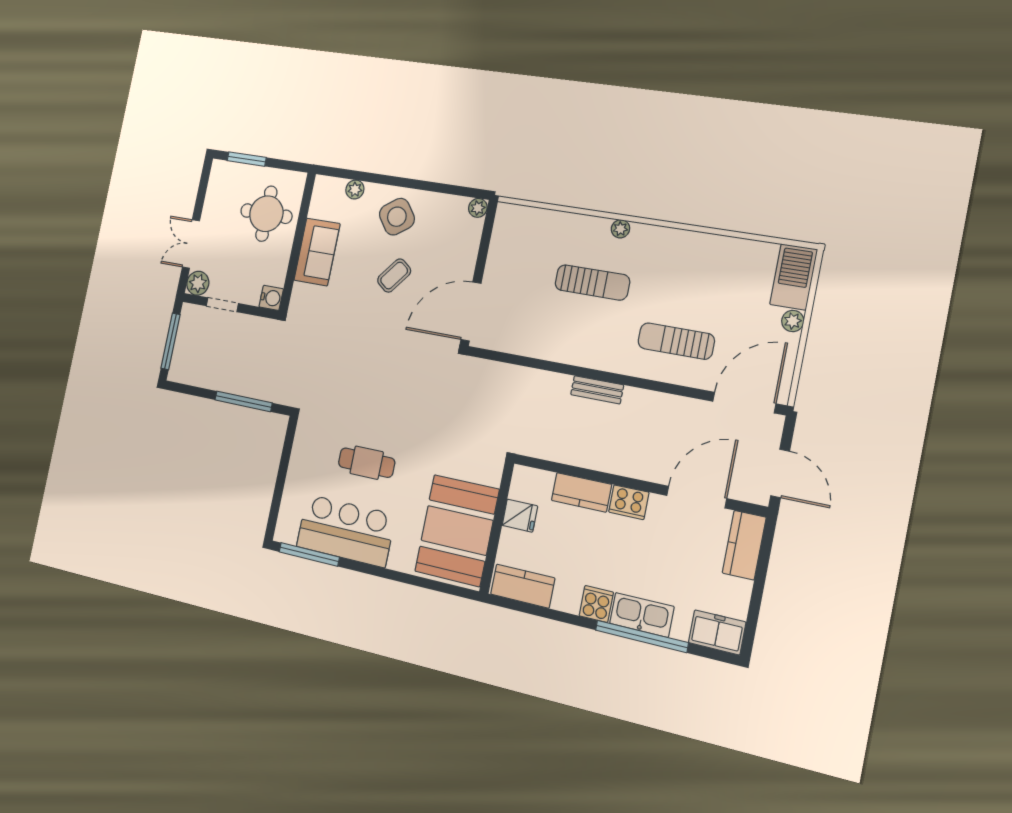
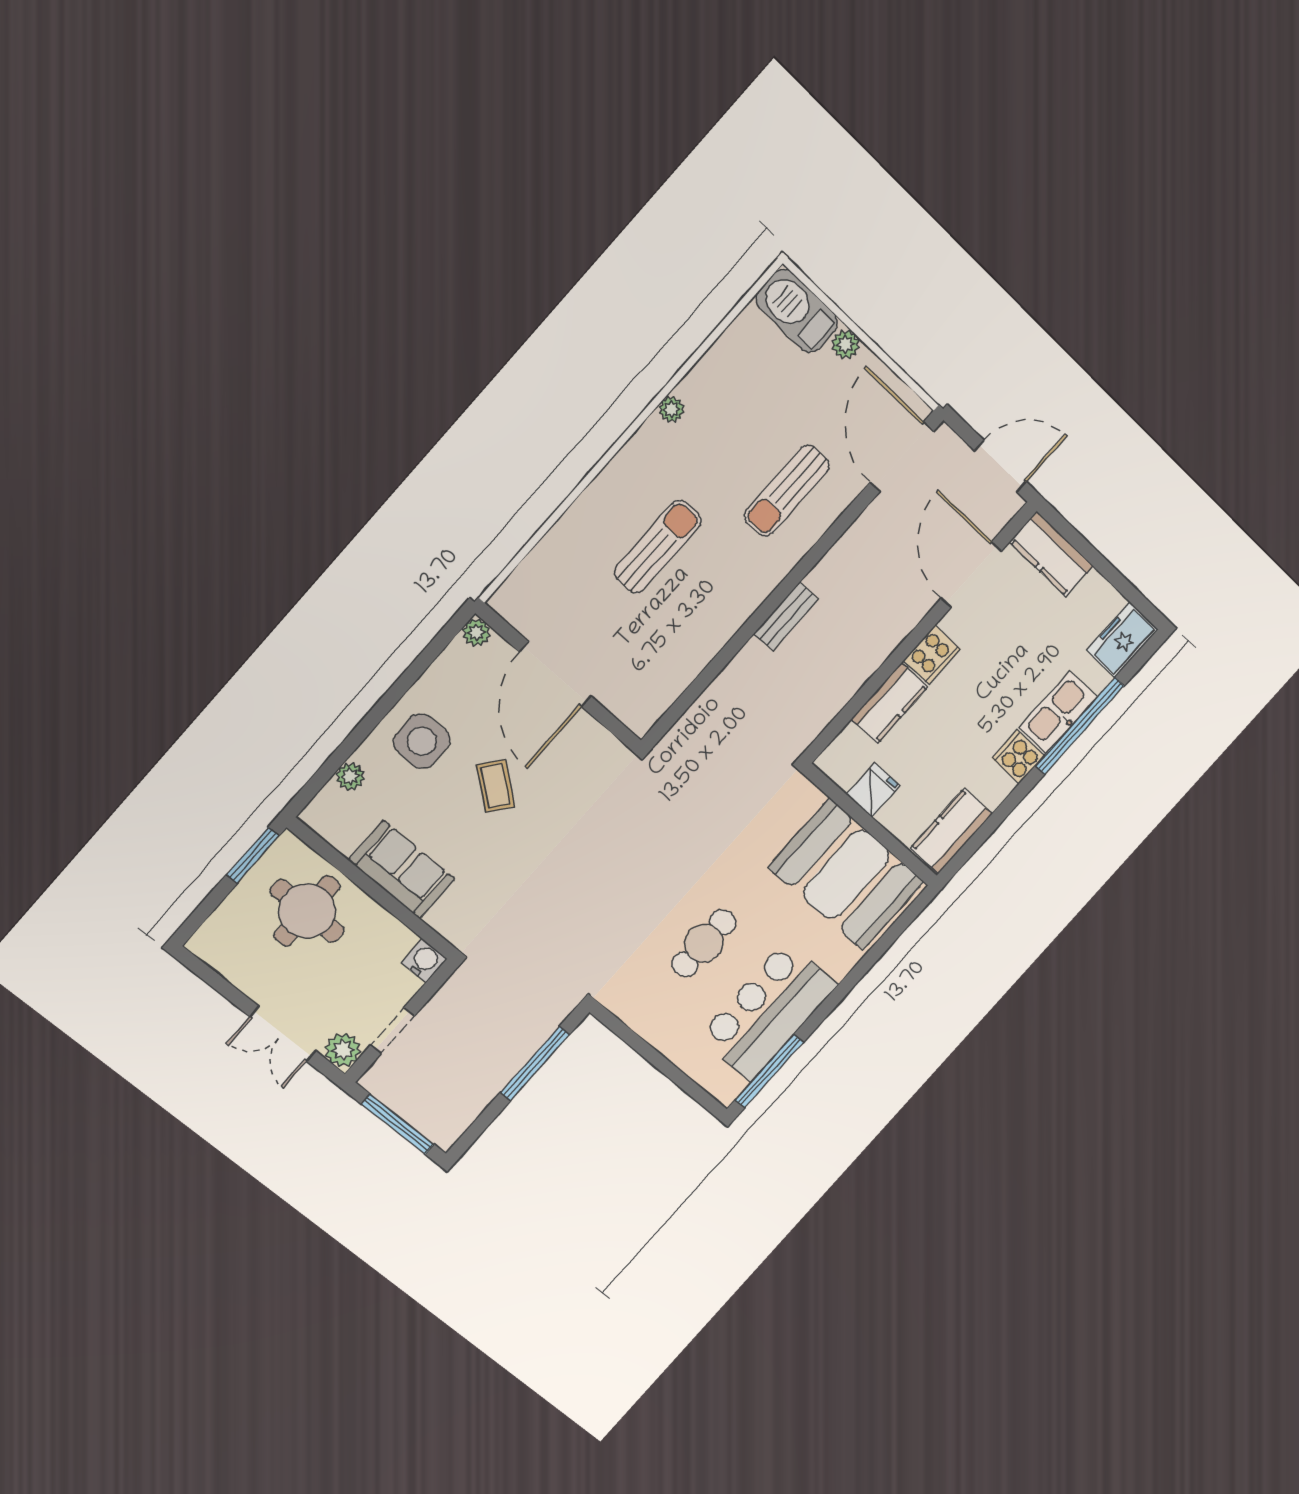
window: (247, 159) -> (253, 855), moved
side table: (397, 217) -> (422, 741), turned 36
plant: (620, 229) -> (671, 409), moved
door: (471, 311) -> (555, 674), moved

